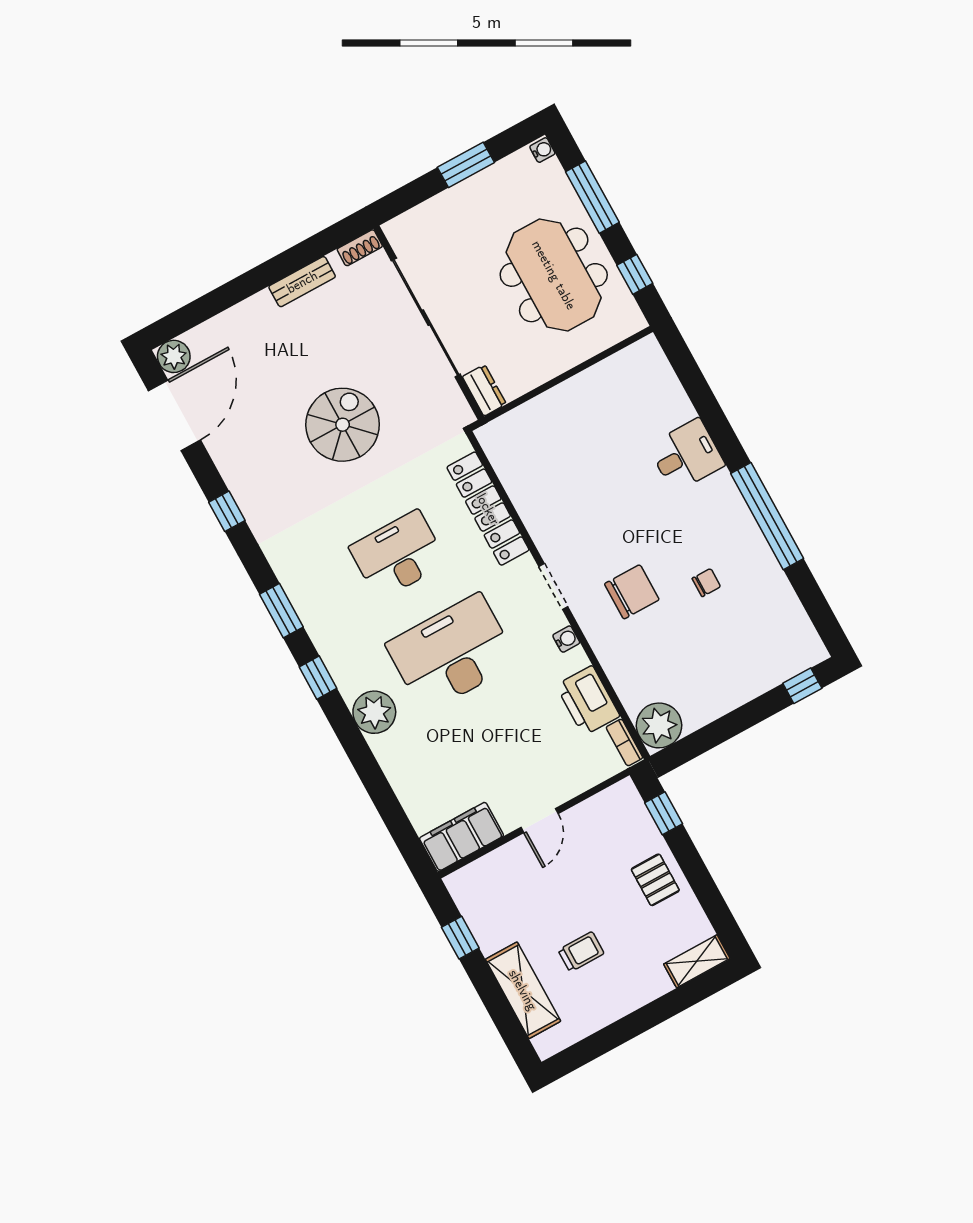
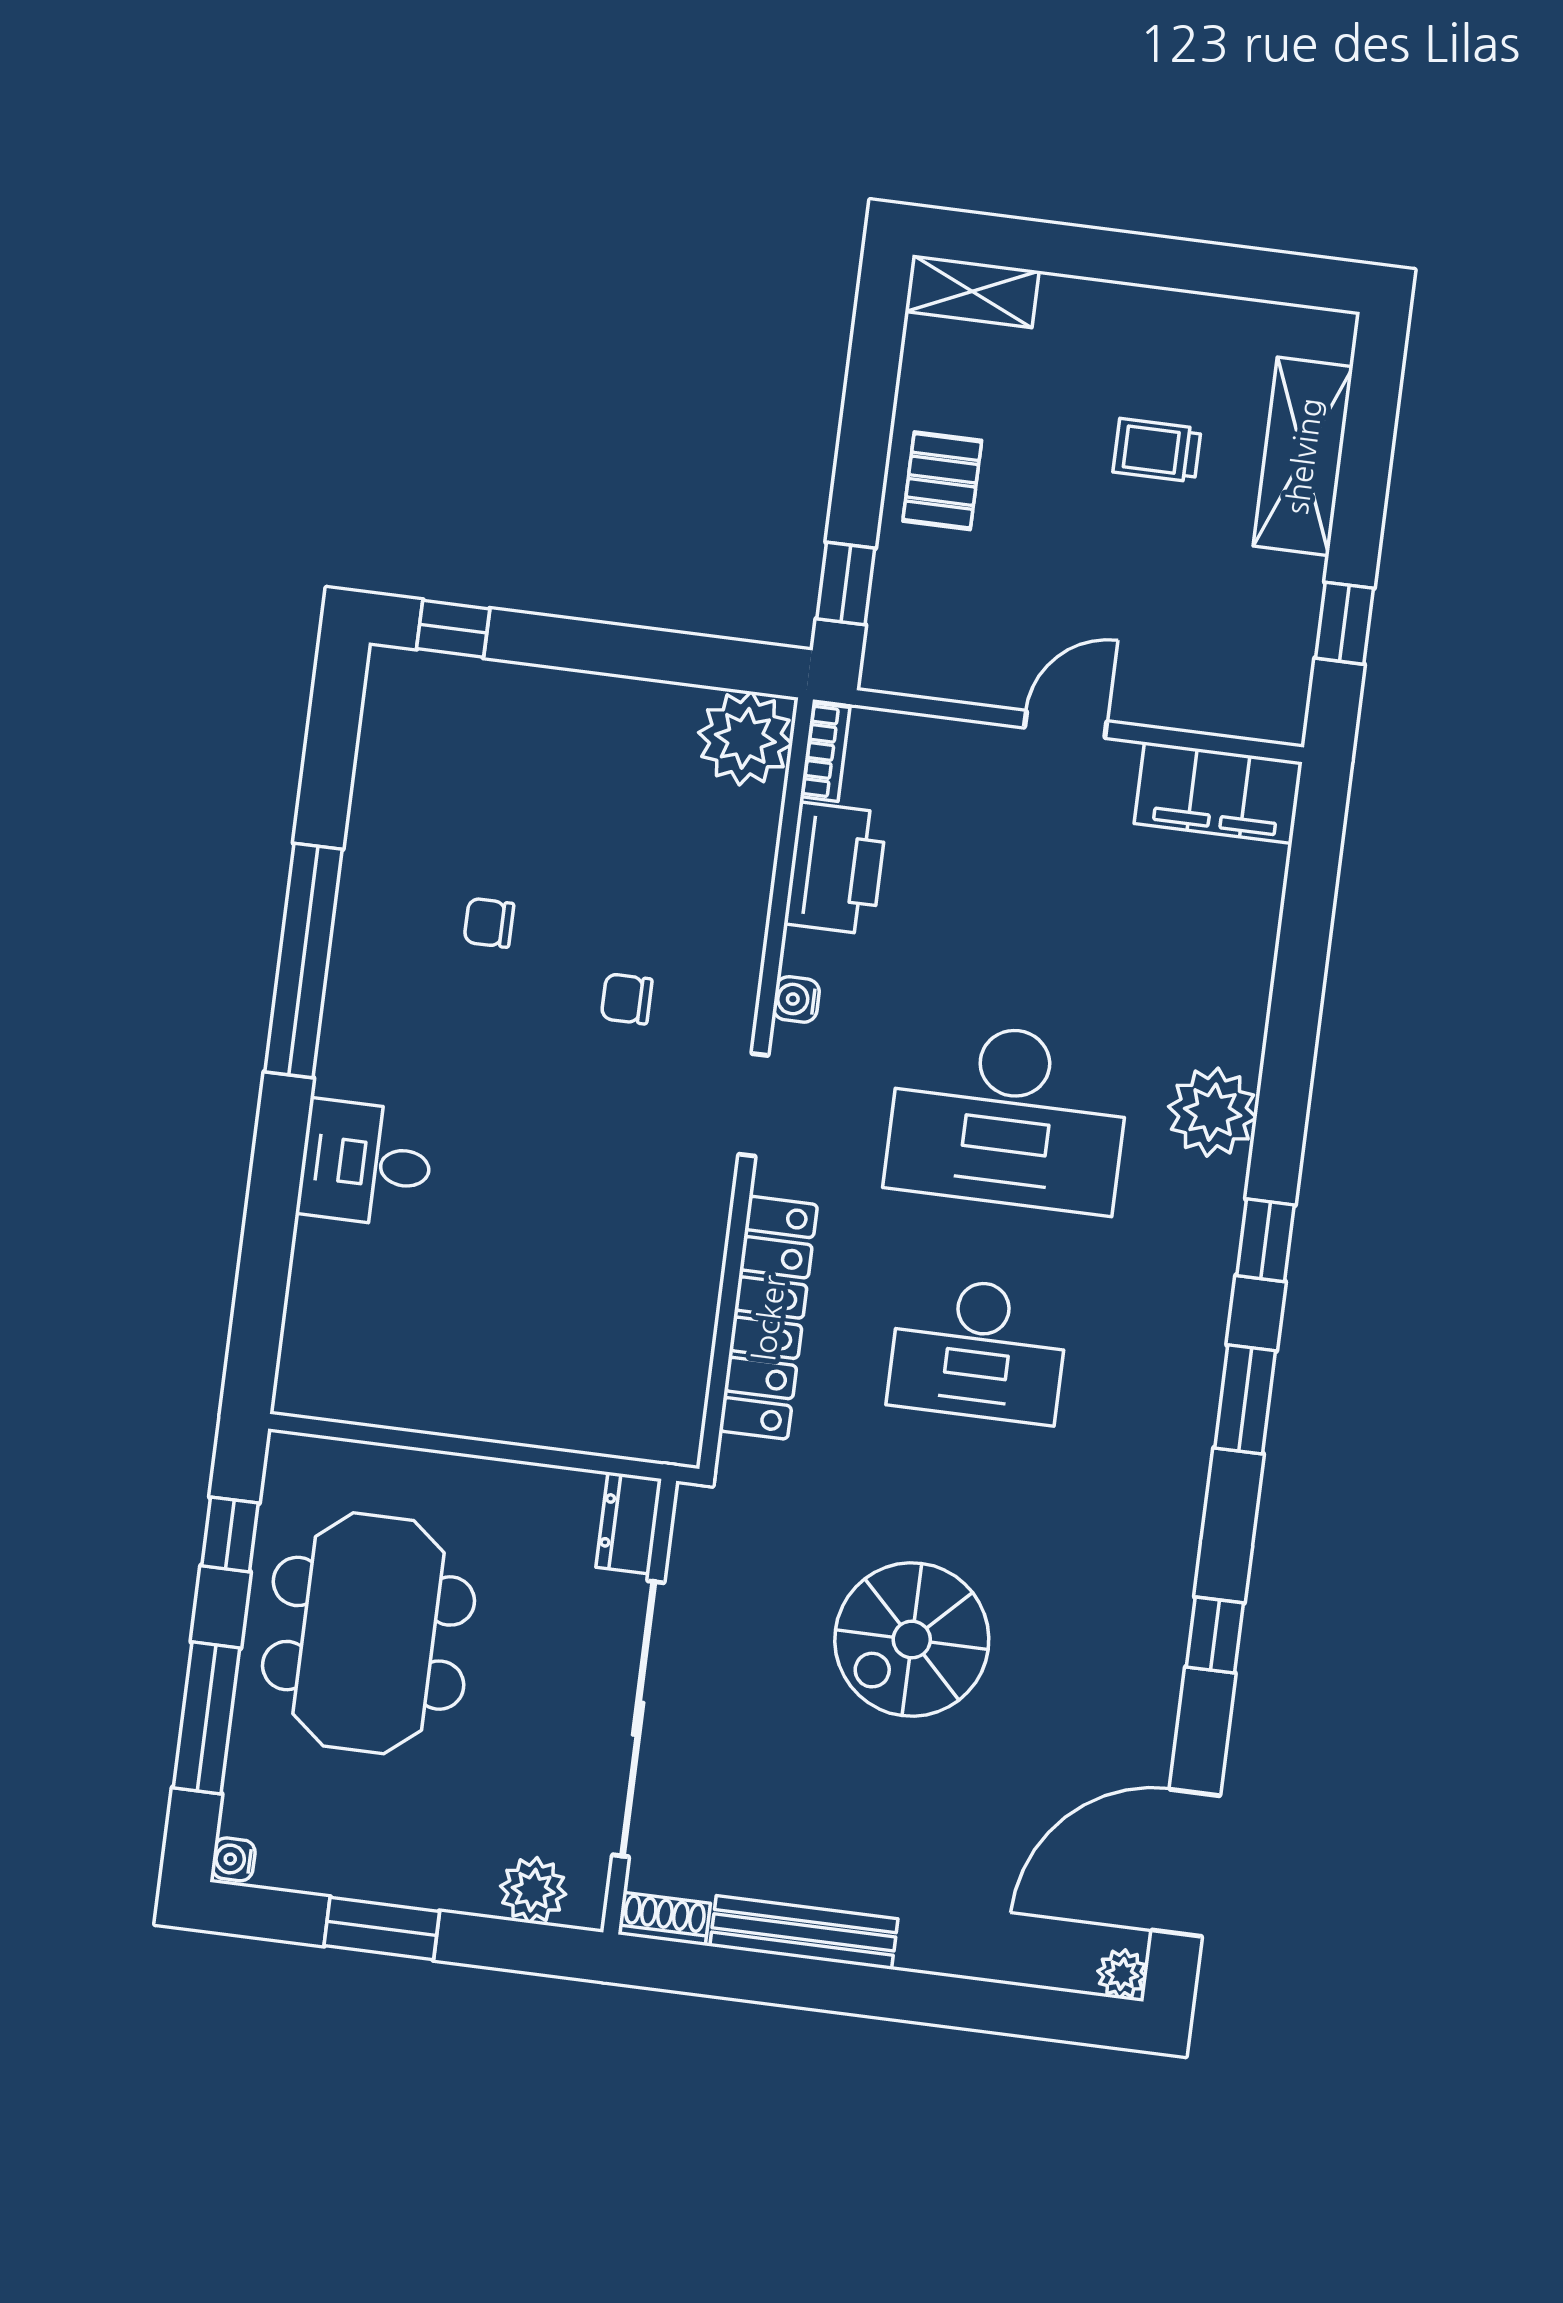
plant: (418, 222) -> (533, 1890), added
bench: (302, 282) -> (804, 1932), width x1.36
plant: (174, 356) -> (1122, 1974), width x0.73, depth x0.73
chair: (632, 592) -> (627, 999), width x0.54, depth x0.54

